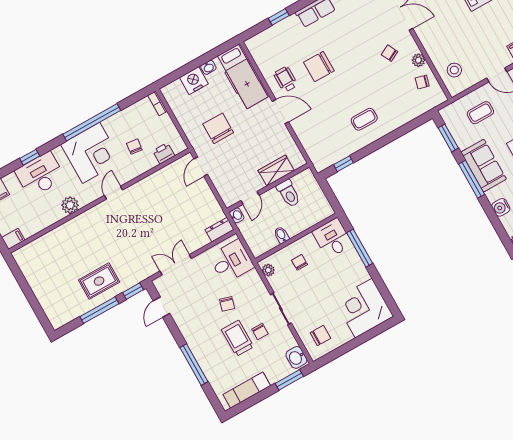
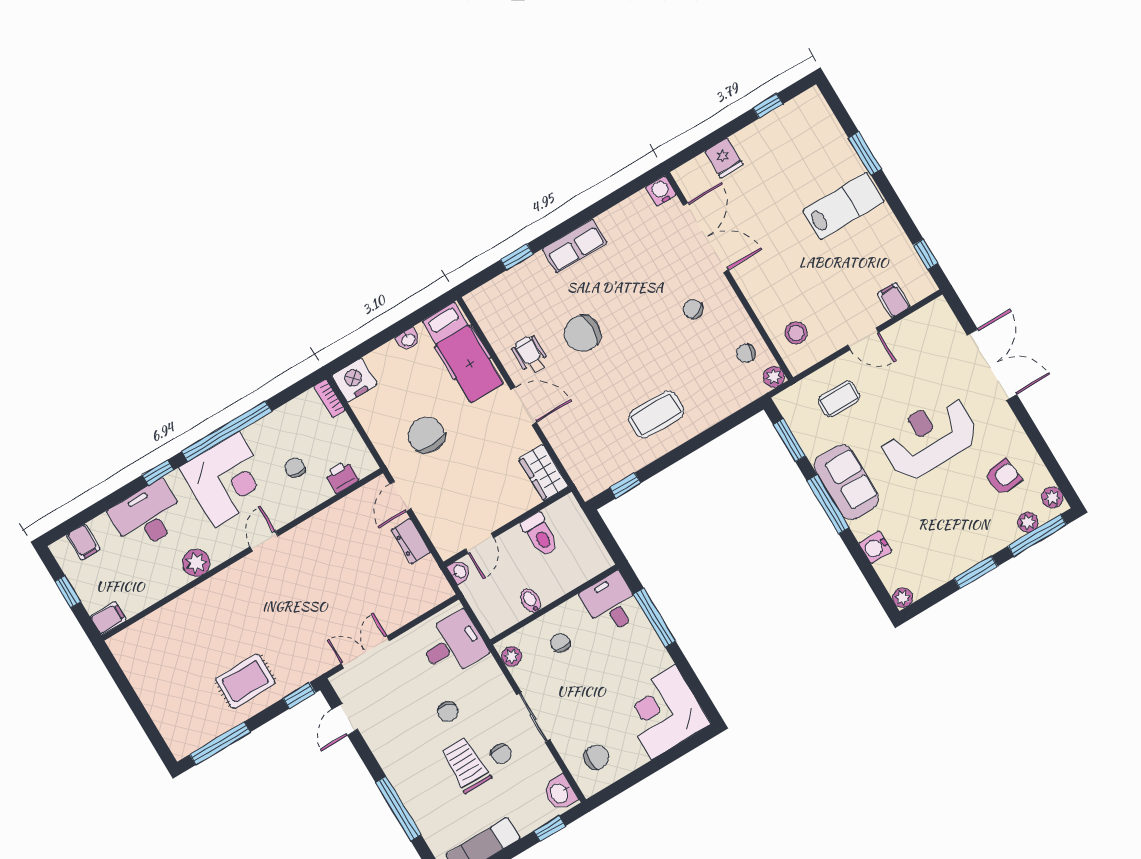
plant: (418, 60) -> (774, 377), moved
nightstand: (194, 81) -> (354, 380), moved
coffee table: (364, 119) -> (656, 414), width x1.36, depth x1.30
window: (30, 157) -> (158, 473), moved
wardrobe: (276, 171) -> (543, 473), moved, turned -90
dresser: (220, 230) -> (411, 541), moved, turned -90
window: (99, 310) -> (220, 743), moved
window: (289, 380) -> (549, 829), width x0.67

